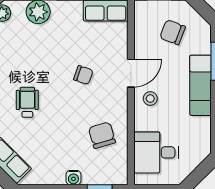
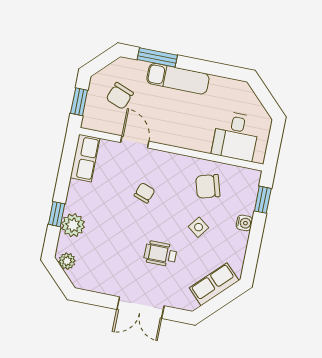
door: (131, 73) -> (135, 142), moved
stool: (150, 99) -> (181, 131), removed
side table: (61, 134) -> (199, 227), added

